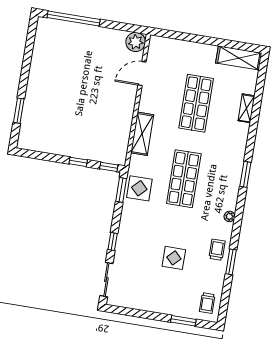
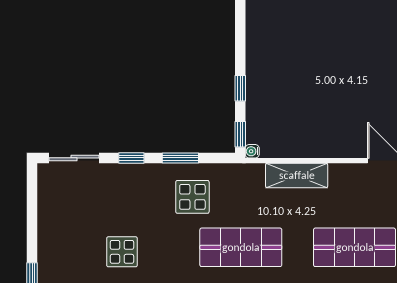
water cooler: (121, 161) -> (252, 151), added
display table: (139, 188) -> (192, 197), moved
window: (121, 190) -> (180, 158), moved

